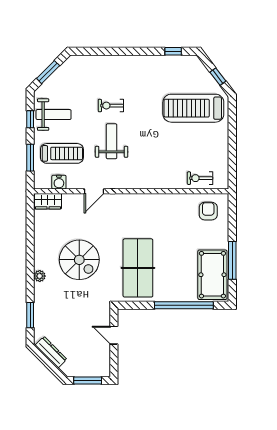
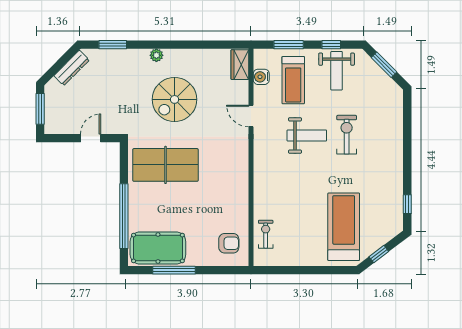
exercise bike: (111, 106) -> (347, 135), width x1.38, depth x1.39

